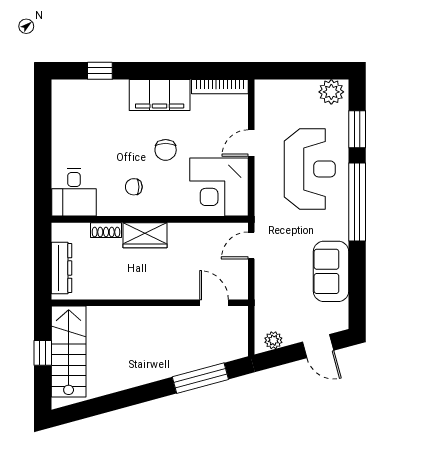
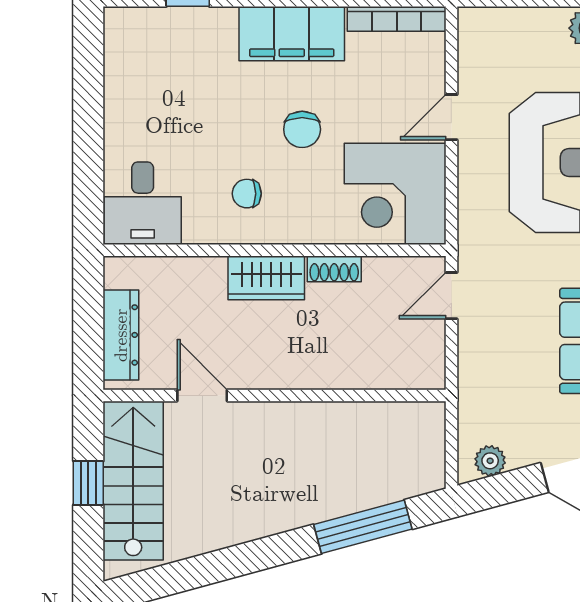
shoe rack: (106, 230) -> (334, 269), moved
door: (214, 303) -> (202, 395), moved

